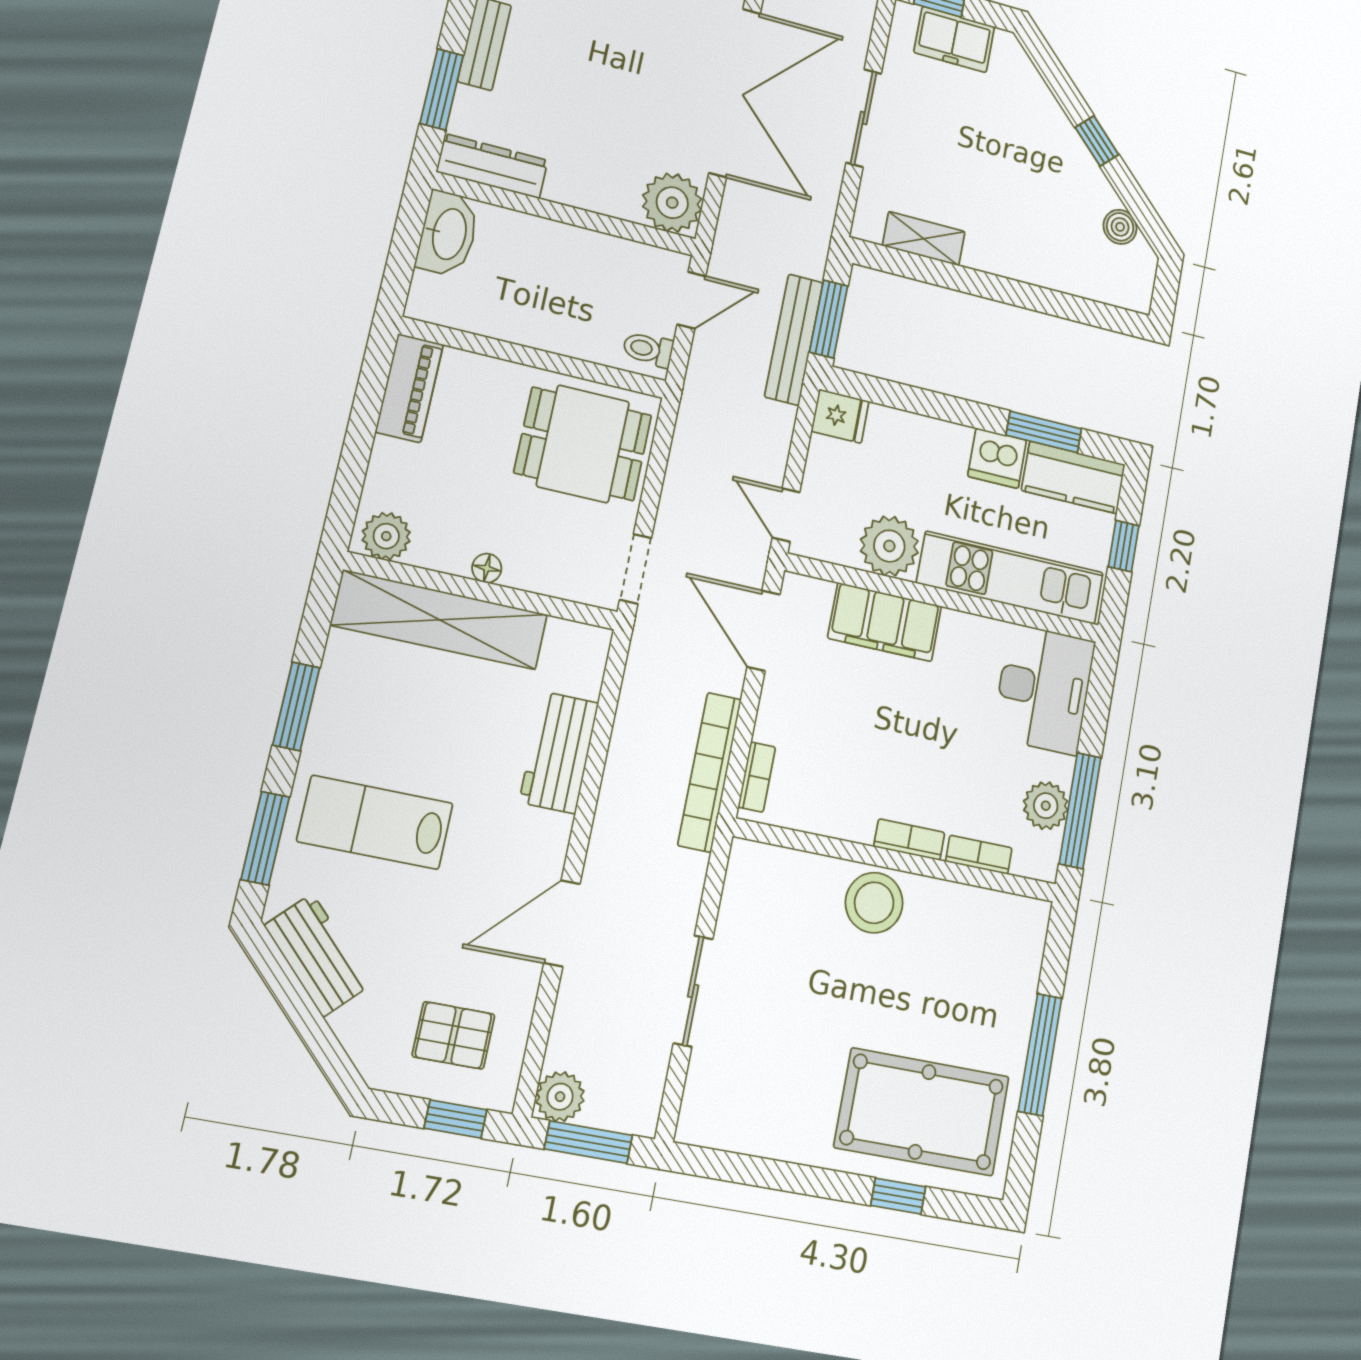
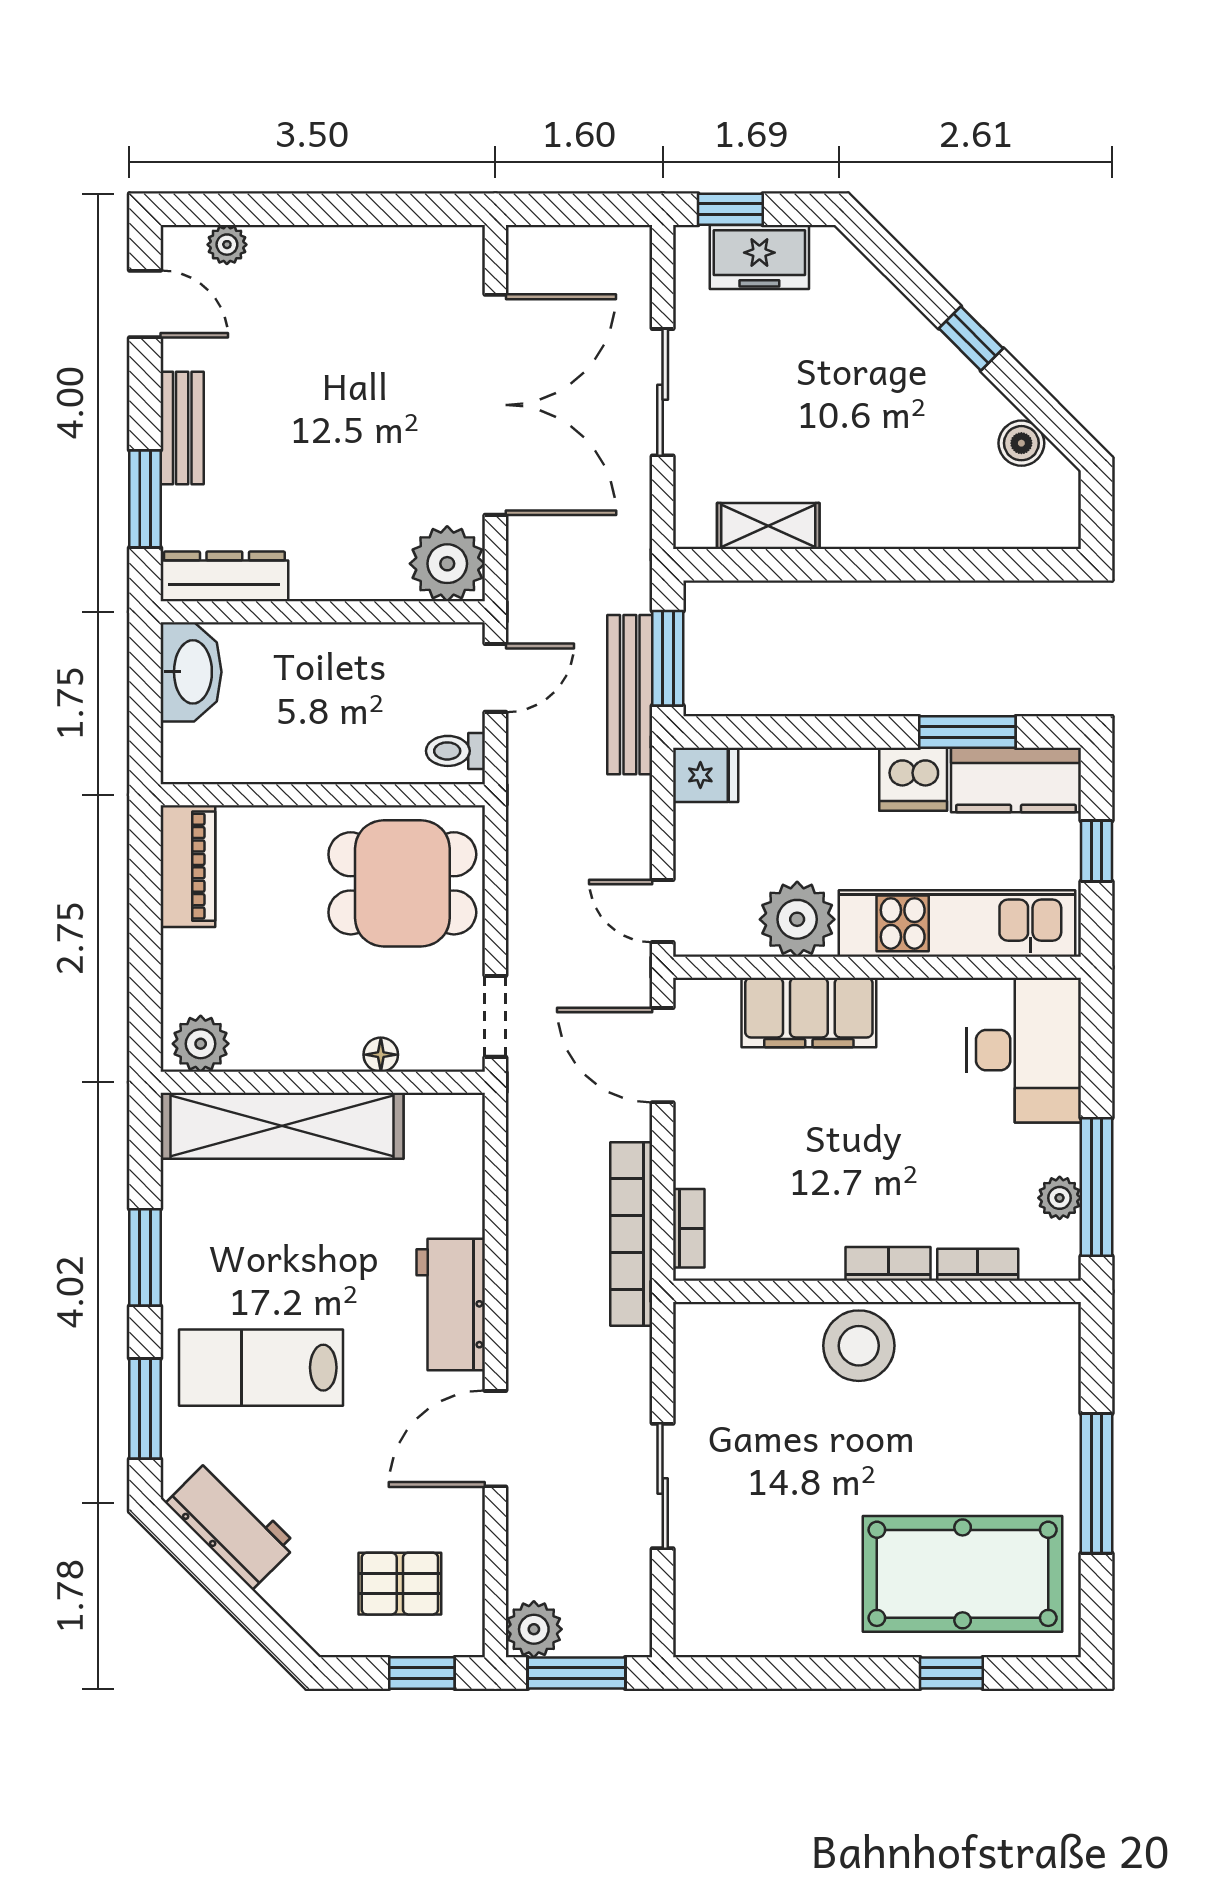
floor lamp: (487, 568) -> (381, 1055), moved
workbench: (559, 752) -> (451, 1304), moved
plant: (1046, 806) -> (1060, 1198), width x0.73, depth x0.73

